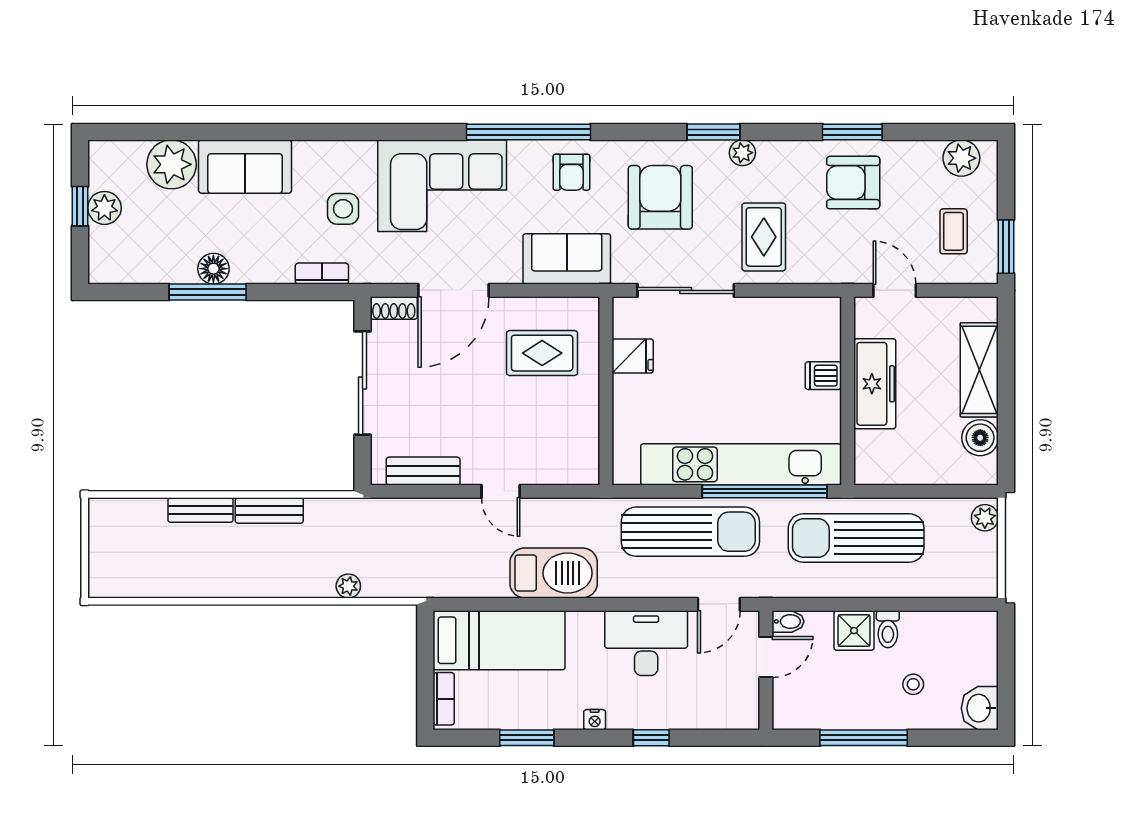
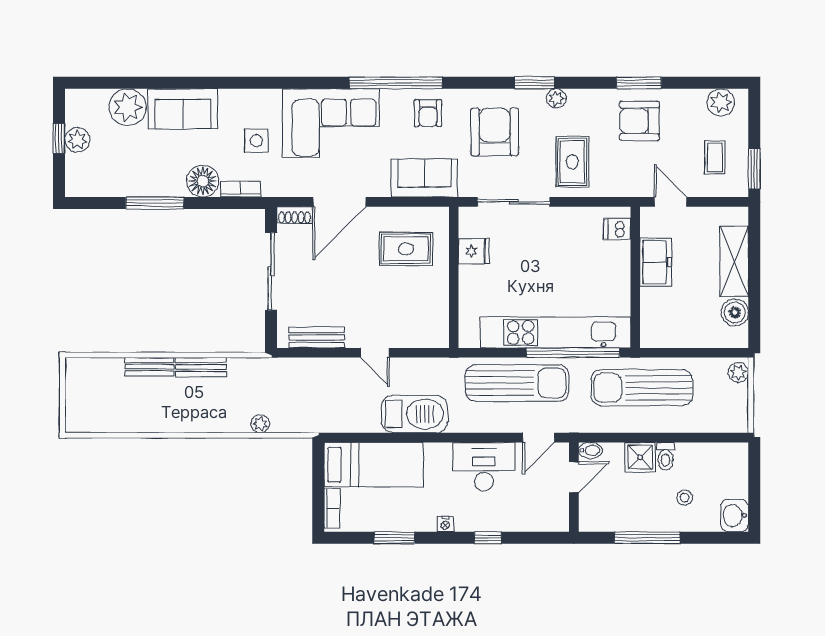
floor lamp: (213, 269) -> (203, 181), moved, width x1.38, depth x1.38
dishwasher: (823, 376) -> (617, 229), moved
freezer: (875, 384) -> (656, 262), width x0.71

